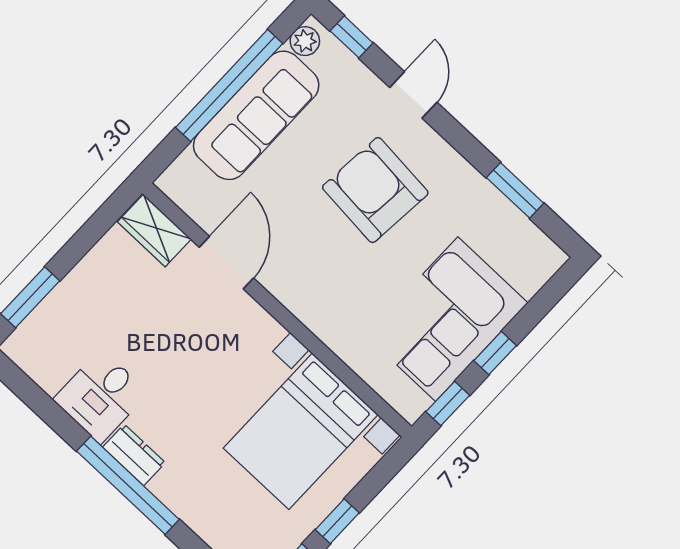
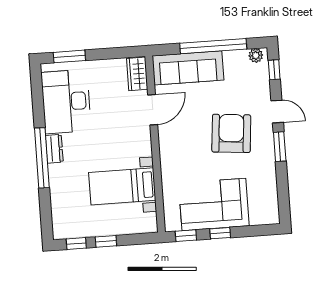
door: (413, 95) -> (277, 112), hinge flipped
sofa: (256, 115) -> (188, 68), moved
window: (515, 190) -> (280, 147), moved
desk: (101, 396) -> (66, 102), width x1.87, depth x1.30
bed with nightstands: (301, 431) -> (122, 186), width x0.73

